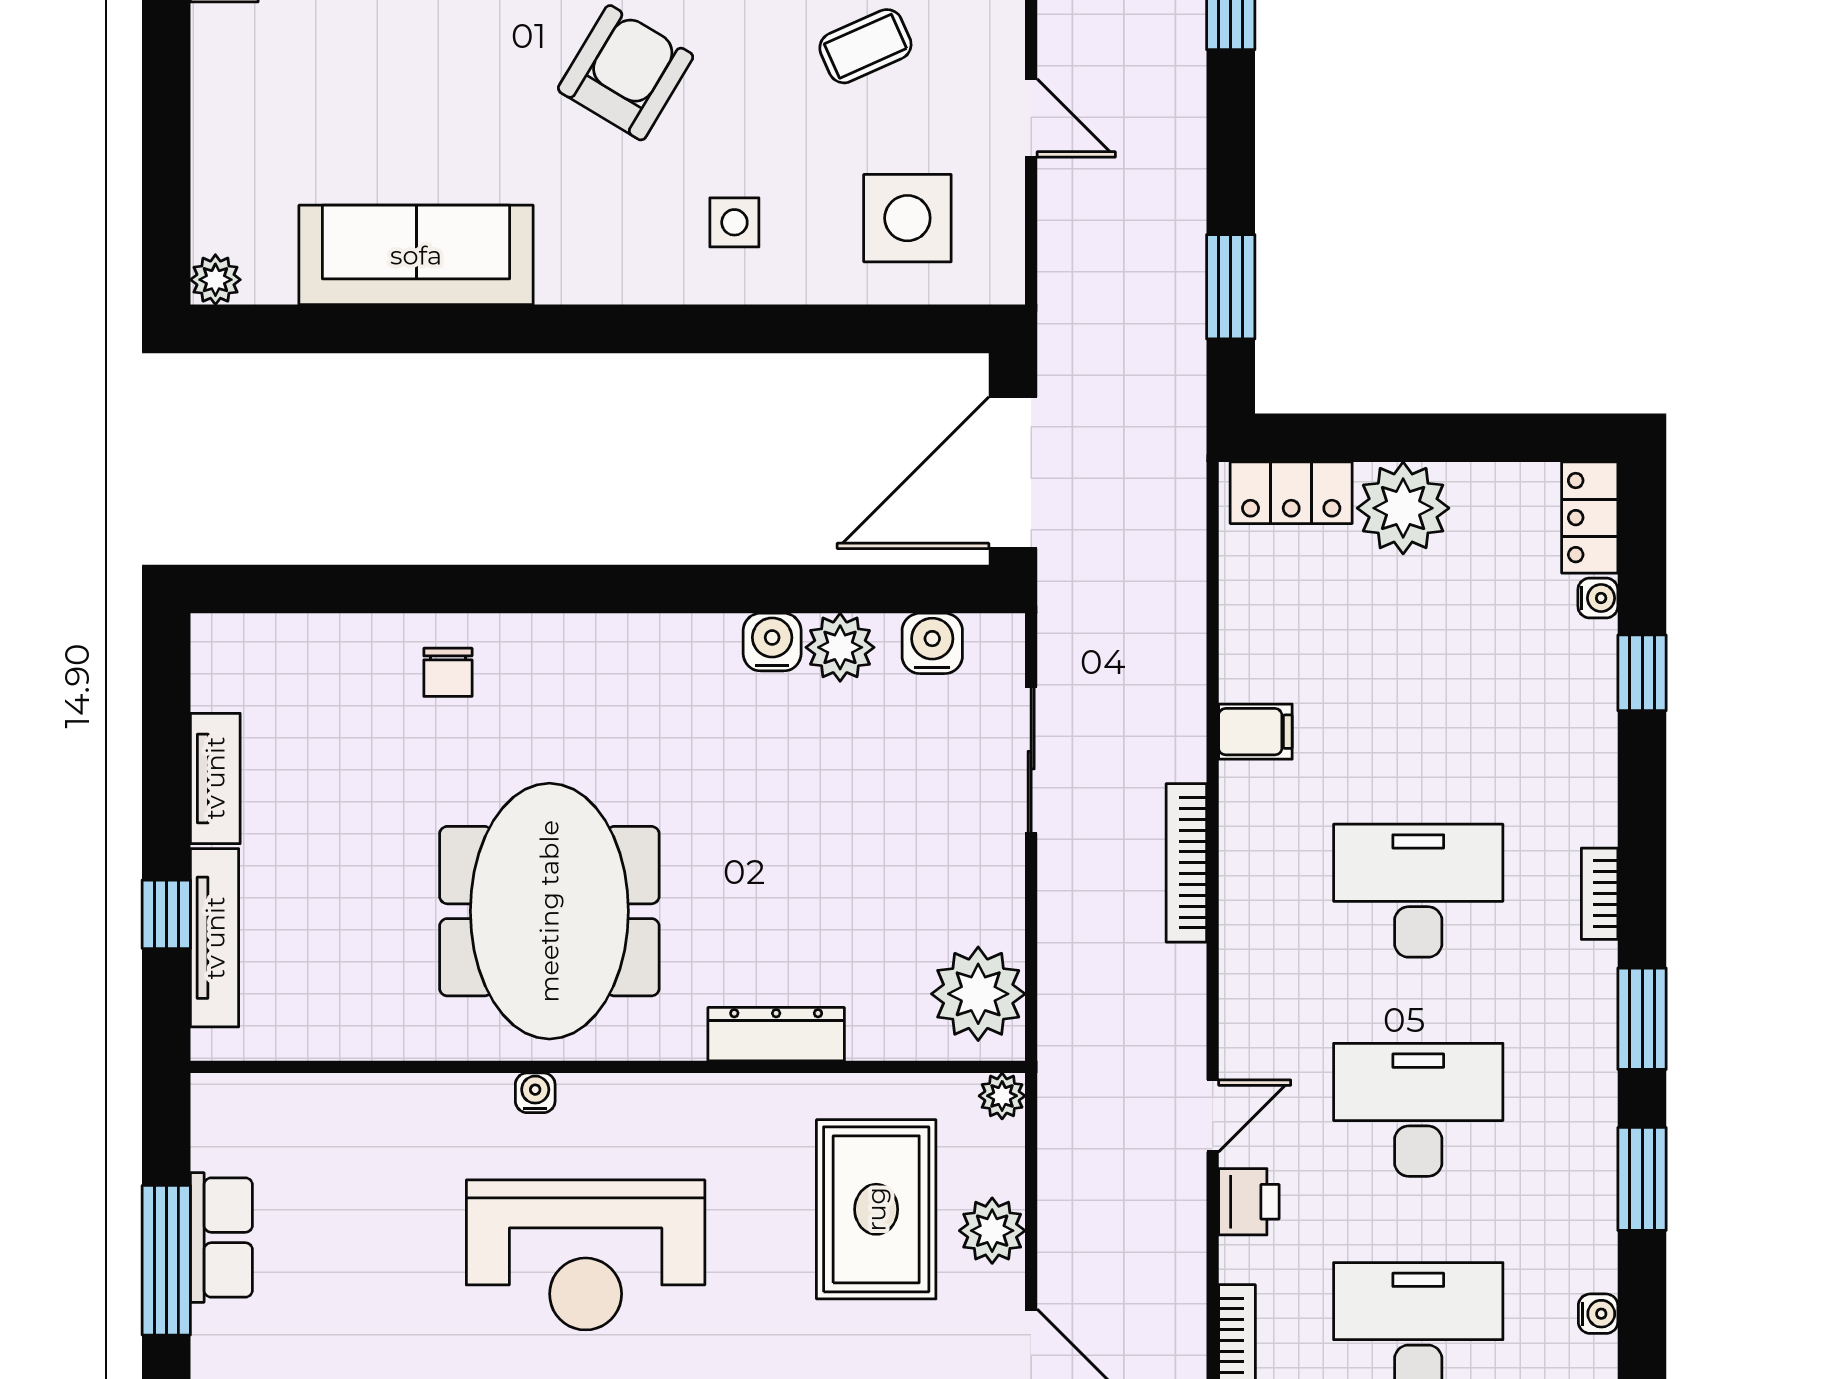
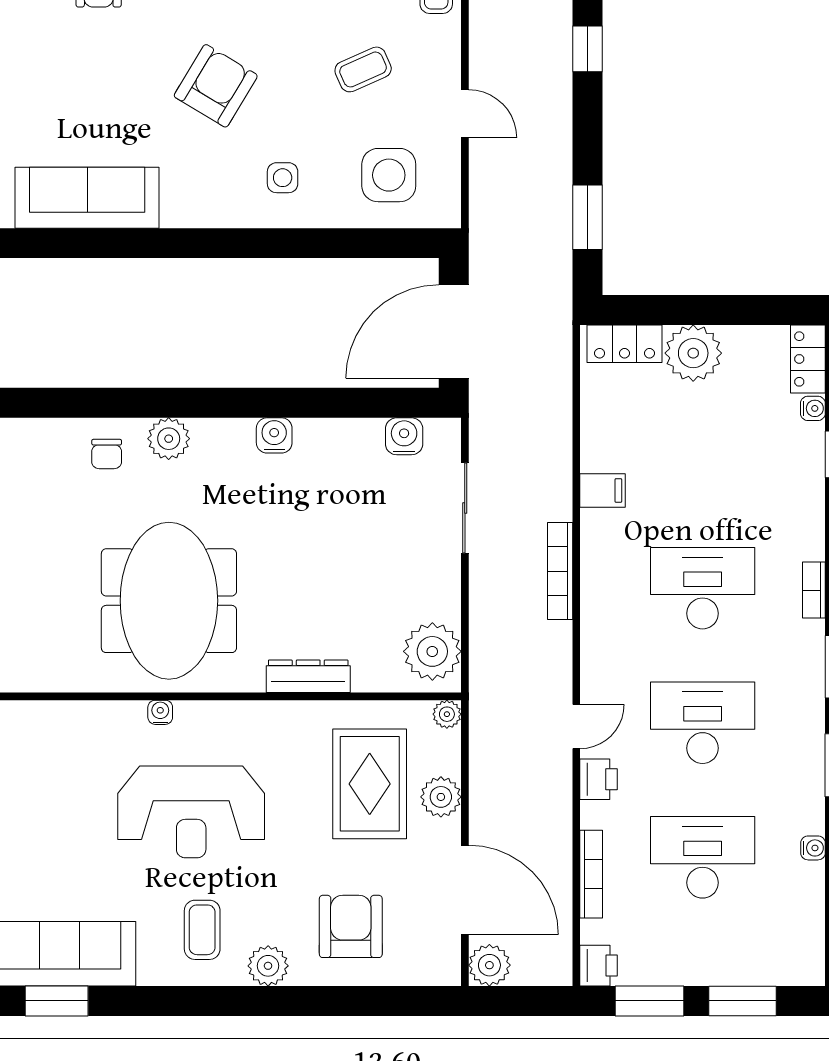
water cooler: (772, 642) -> (274, 435), moved
plant: (840, 647) -> (169, 439), moved

